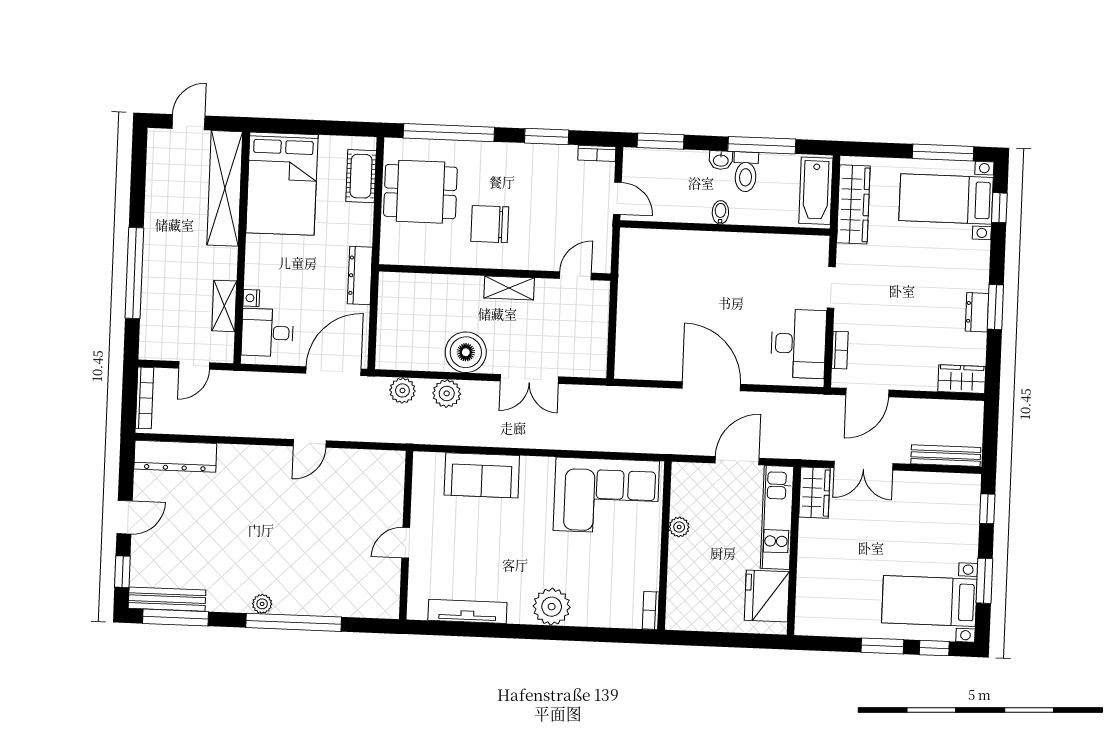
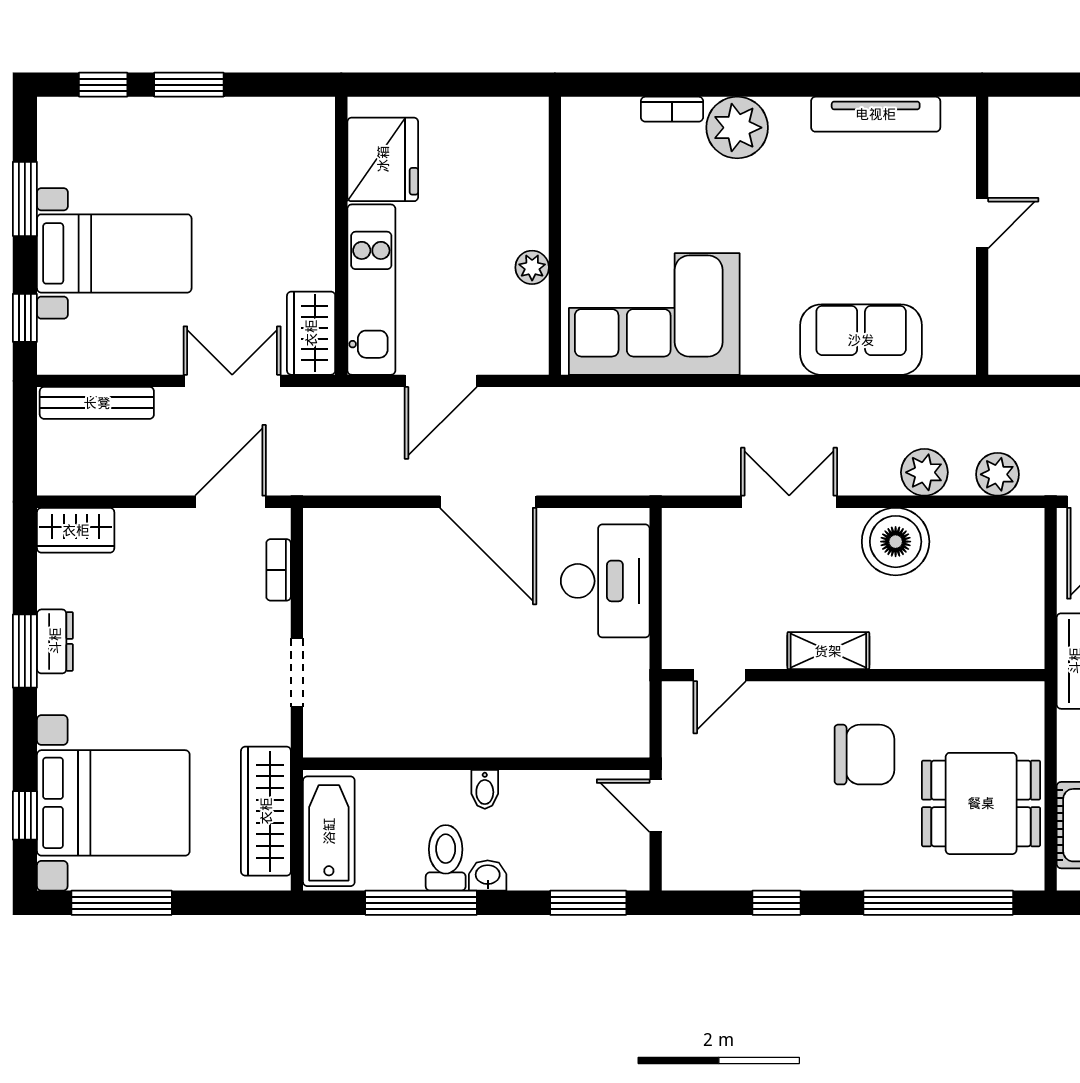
window: (547, 137) -> (776, 903), width x0.67
bookcase: (597, 153) -> (693, 878), removed
bed with nightstands: (946, 199) -> (113, 803), width x1.36
desk: (798, 344) -> (605, 581), moved, turned 180
bed with nightstands: (929, 601) -> (114, 253), moved
bookcase: (651, 610) -> (672, 109), moved, turned 90

